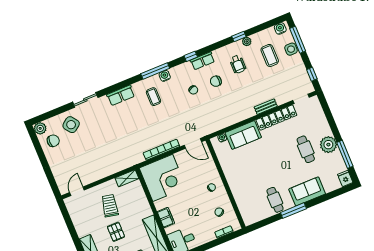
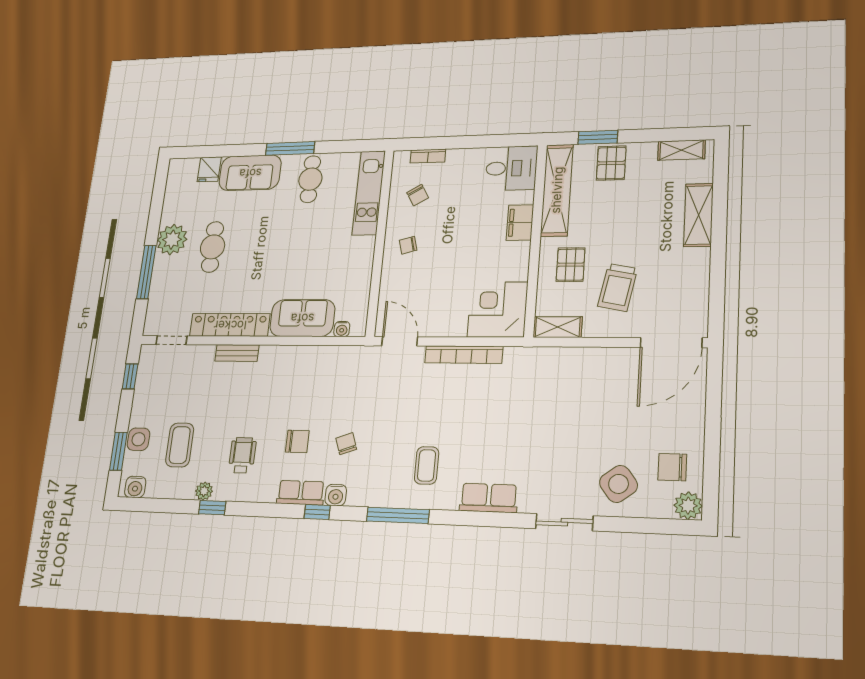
window: (298, 40) -> (118, 451), width x0.69
water cooler: (165, 76) -> (336, 495), moved
window: (345, 154) -> (146, 272), moved
corner desk: (163, 178) -> (498, 310), width x0.74, depth x0.74
fridge: (345, 178) -> (209, 169), moved
door: (77, 191) -> (671, 343), width x1.87
kitchen unit: (243, 204) -> (369, 193), added
pallet: (116, 232) -> (571, 265), moved

